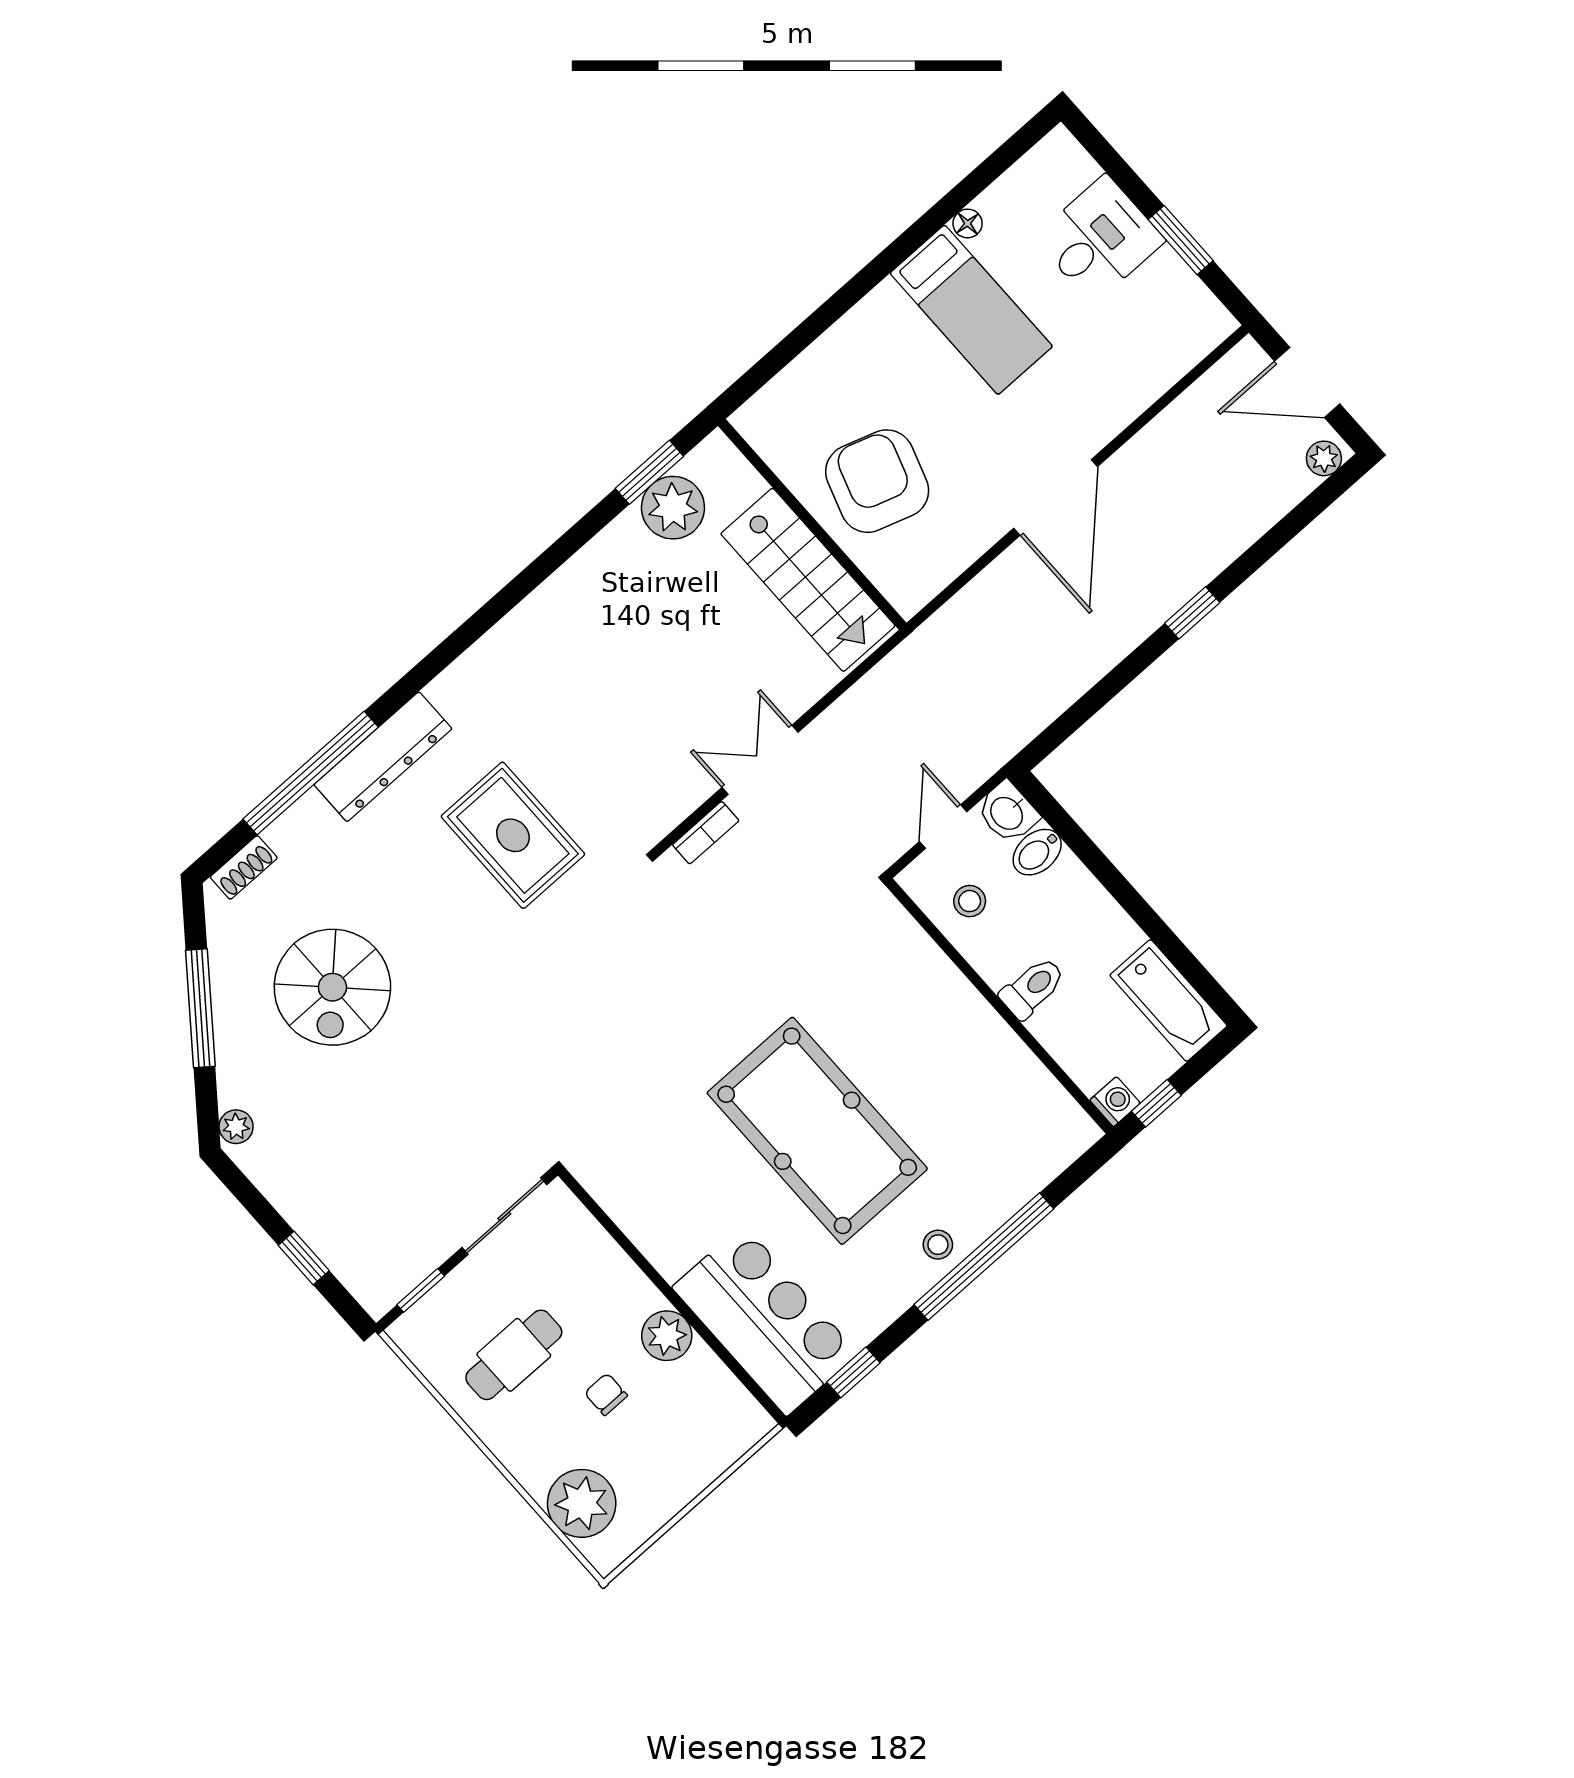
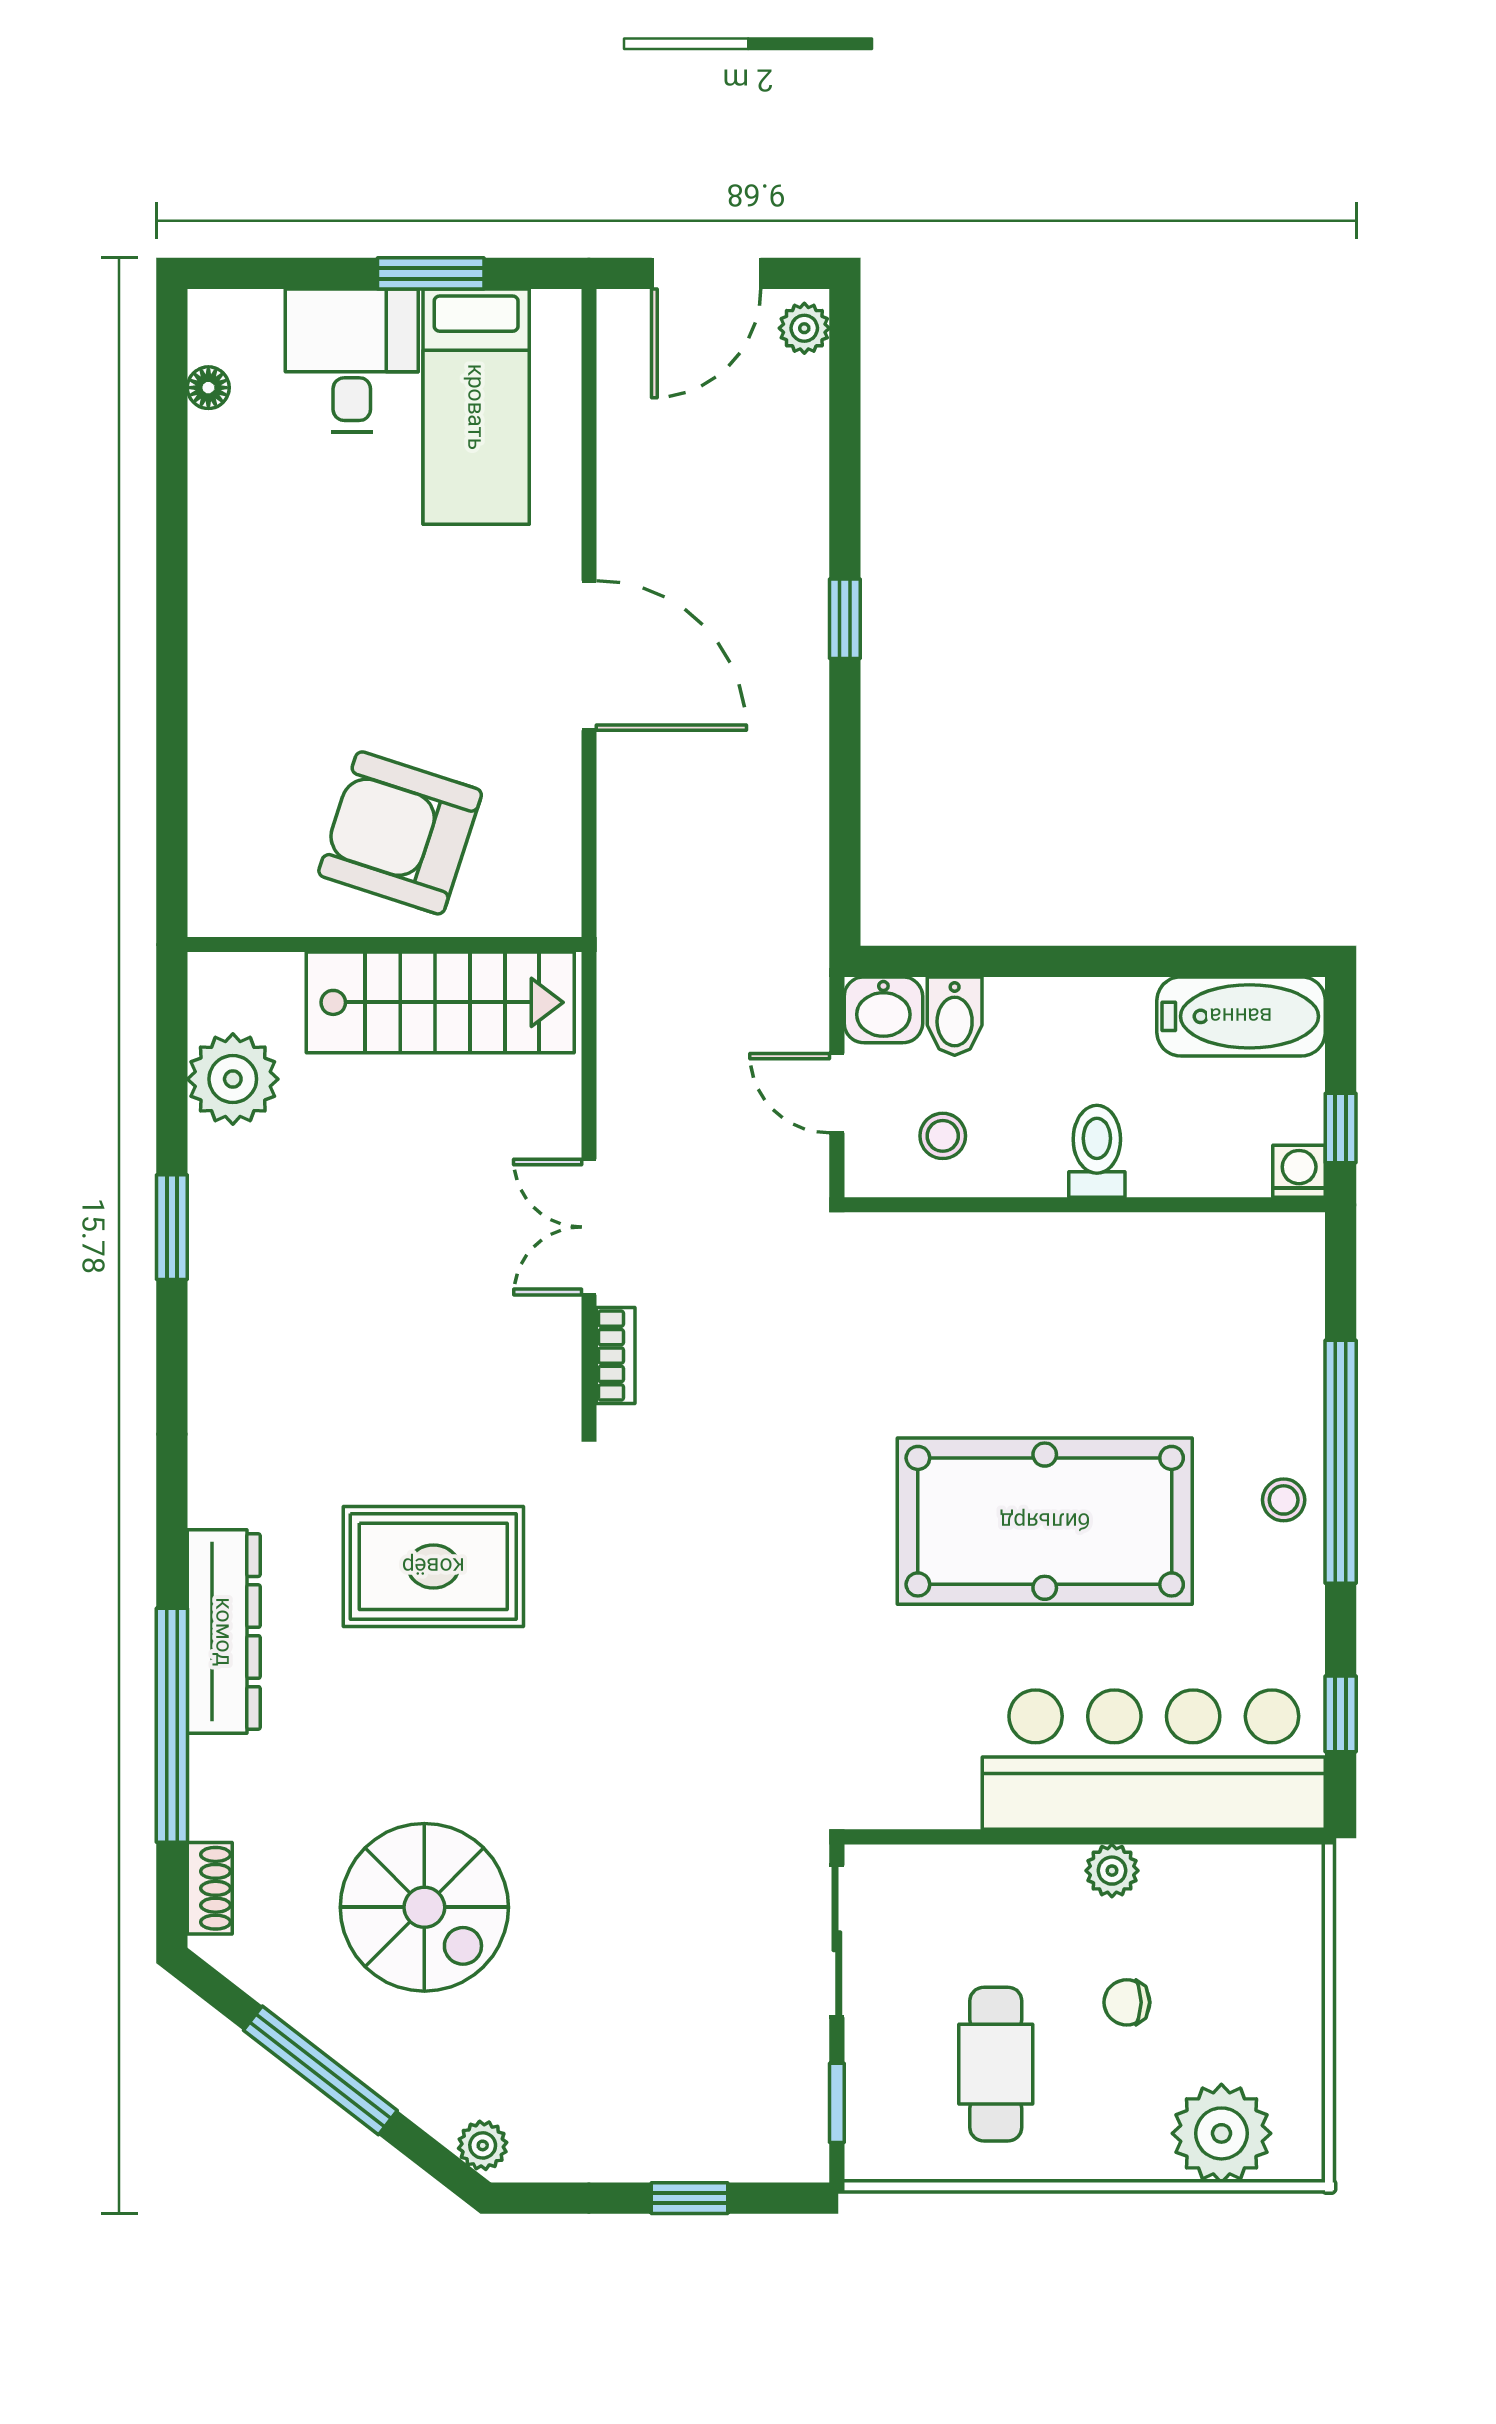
floor lamp: (968, 223) -> (208, 388), moved
bed: (971, 310) -> (476, 407), moved, turned 90
window: (649, 472) -> (172, 1227), moved
bar counter: (765, 1320) -> (1154, 1760), width x1.36
plant: (667, 1336) -> (1112, 1871), width x0.73, depth x0.73

